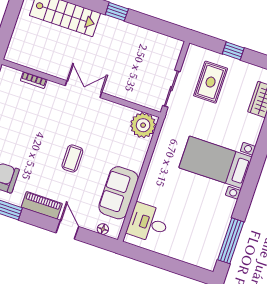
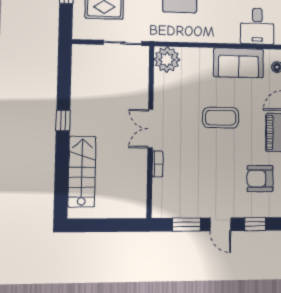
bookcase: (34, 80) -> (157, 164), moved
coffee table: (72, 158) -> (221, 118), width x1.36, depth x1.30

